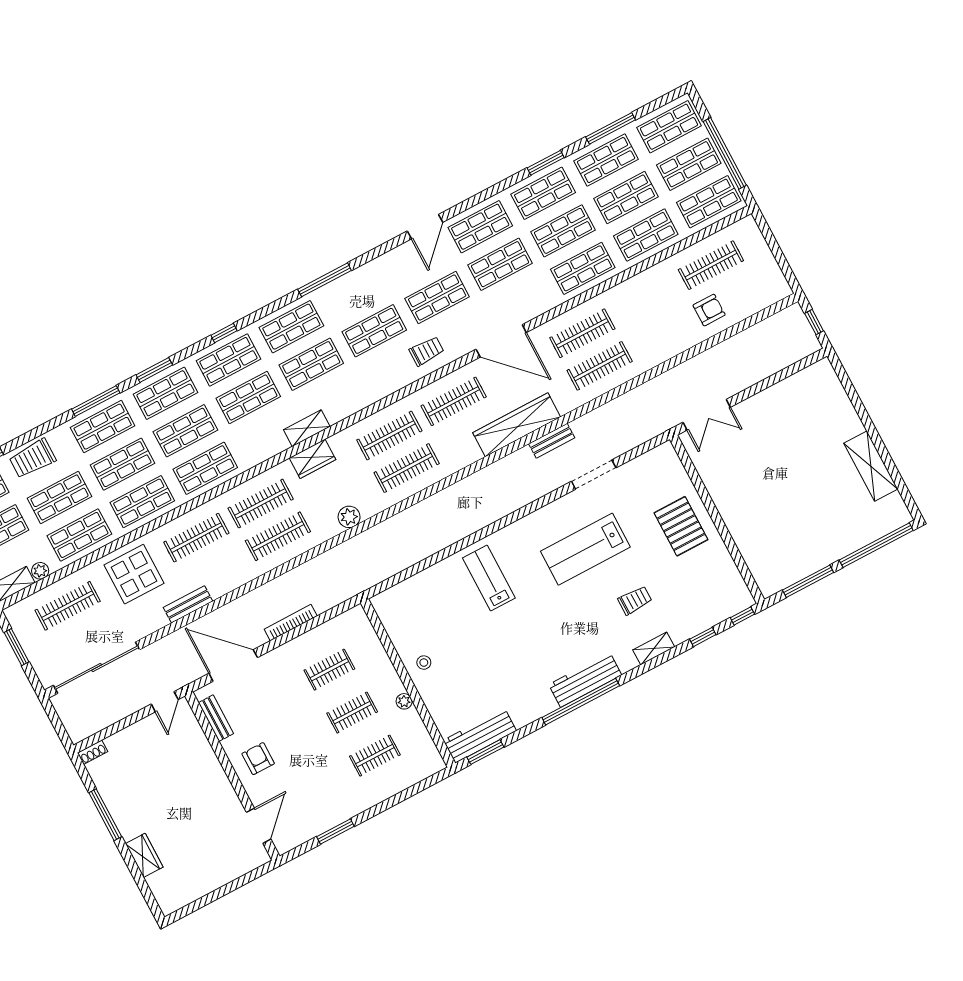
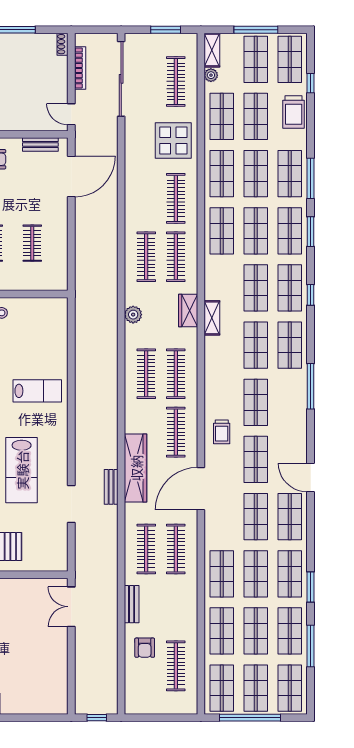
trolley: (33, 458) -> (294, 112), turned 180
lab bench: (585, 549) -> (22, 470), turned 180
bench: (188, 604) -> (132, 604), moved
bookcase: (291, 623) -> (80, 68), moved

